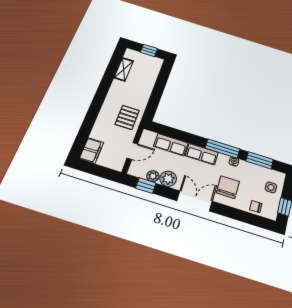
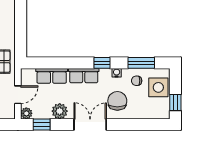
window: (222, 149) -> (102, 63), width x0.46
plant: (153, 176) -> (26, 113), moved
side table: (271, 187) -> (158, 87), width x1.87, depth x1.87
chair: (256, 207) -> (137, 81), moved

